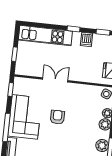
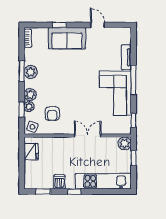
plant: (21, 69) -> (125, 143), added
double door: (55, 80) -> (88, 136), swing flipped
armchair: (57, 117) -> (52, 114), moved

